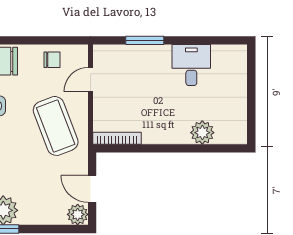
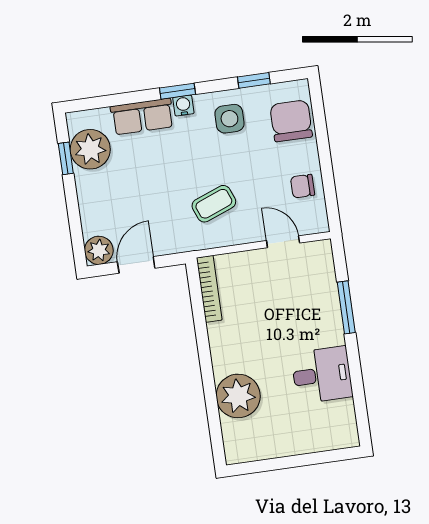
chair: (52, 60) -> (303, 186), turned 90
coffee table: (56, 126) -> (214, 204), width x0.54, depth x0.58
plant: (202, 133) -> (238, 396), width x1.36, depth x1.36

